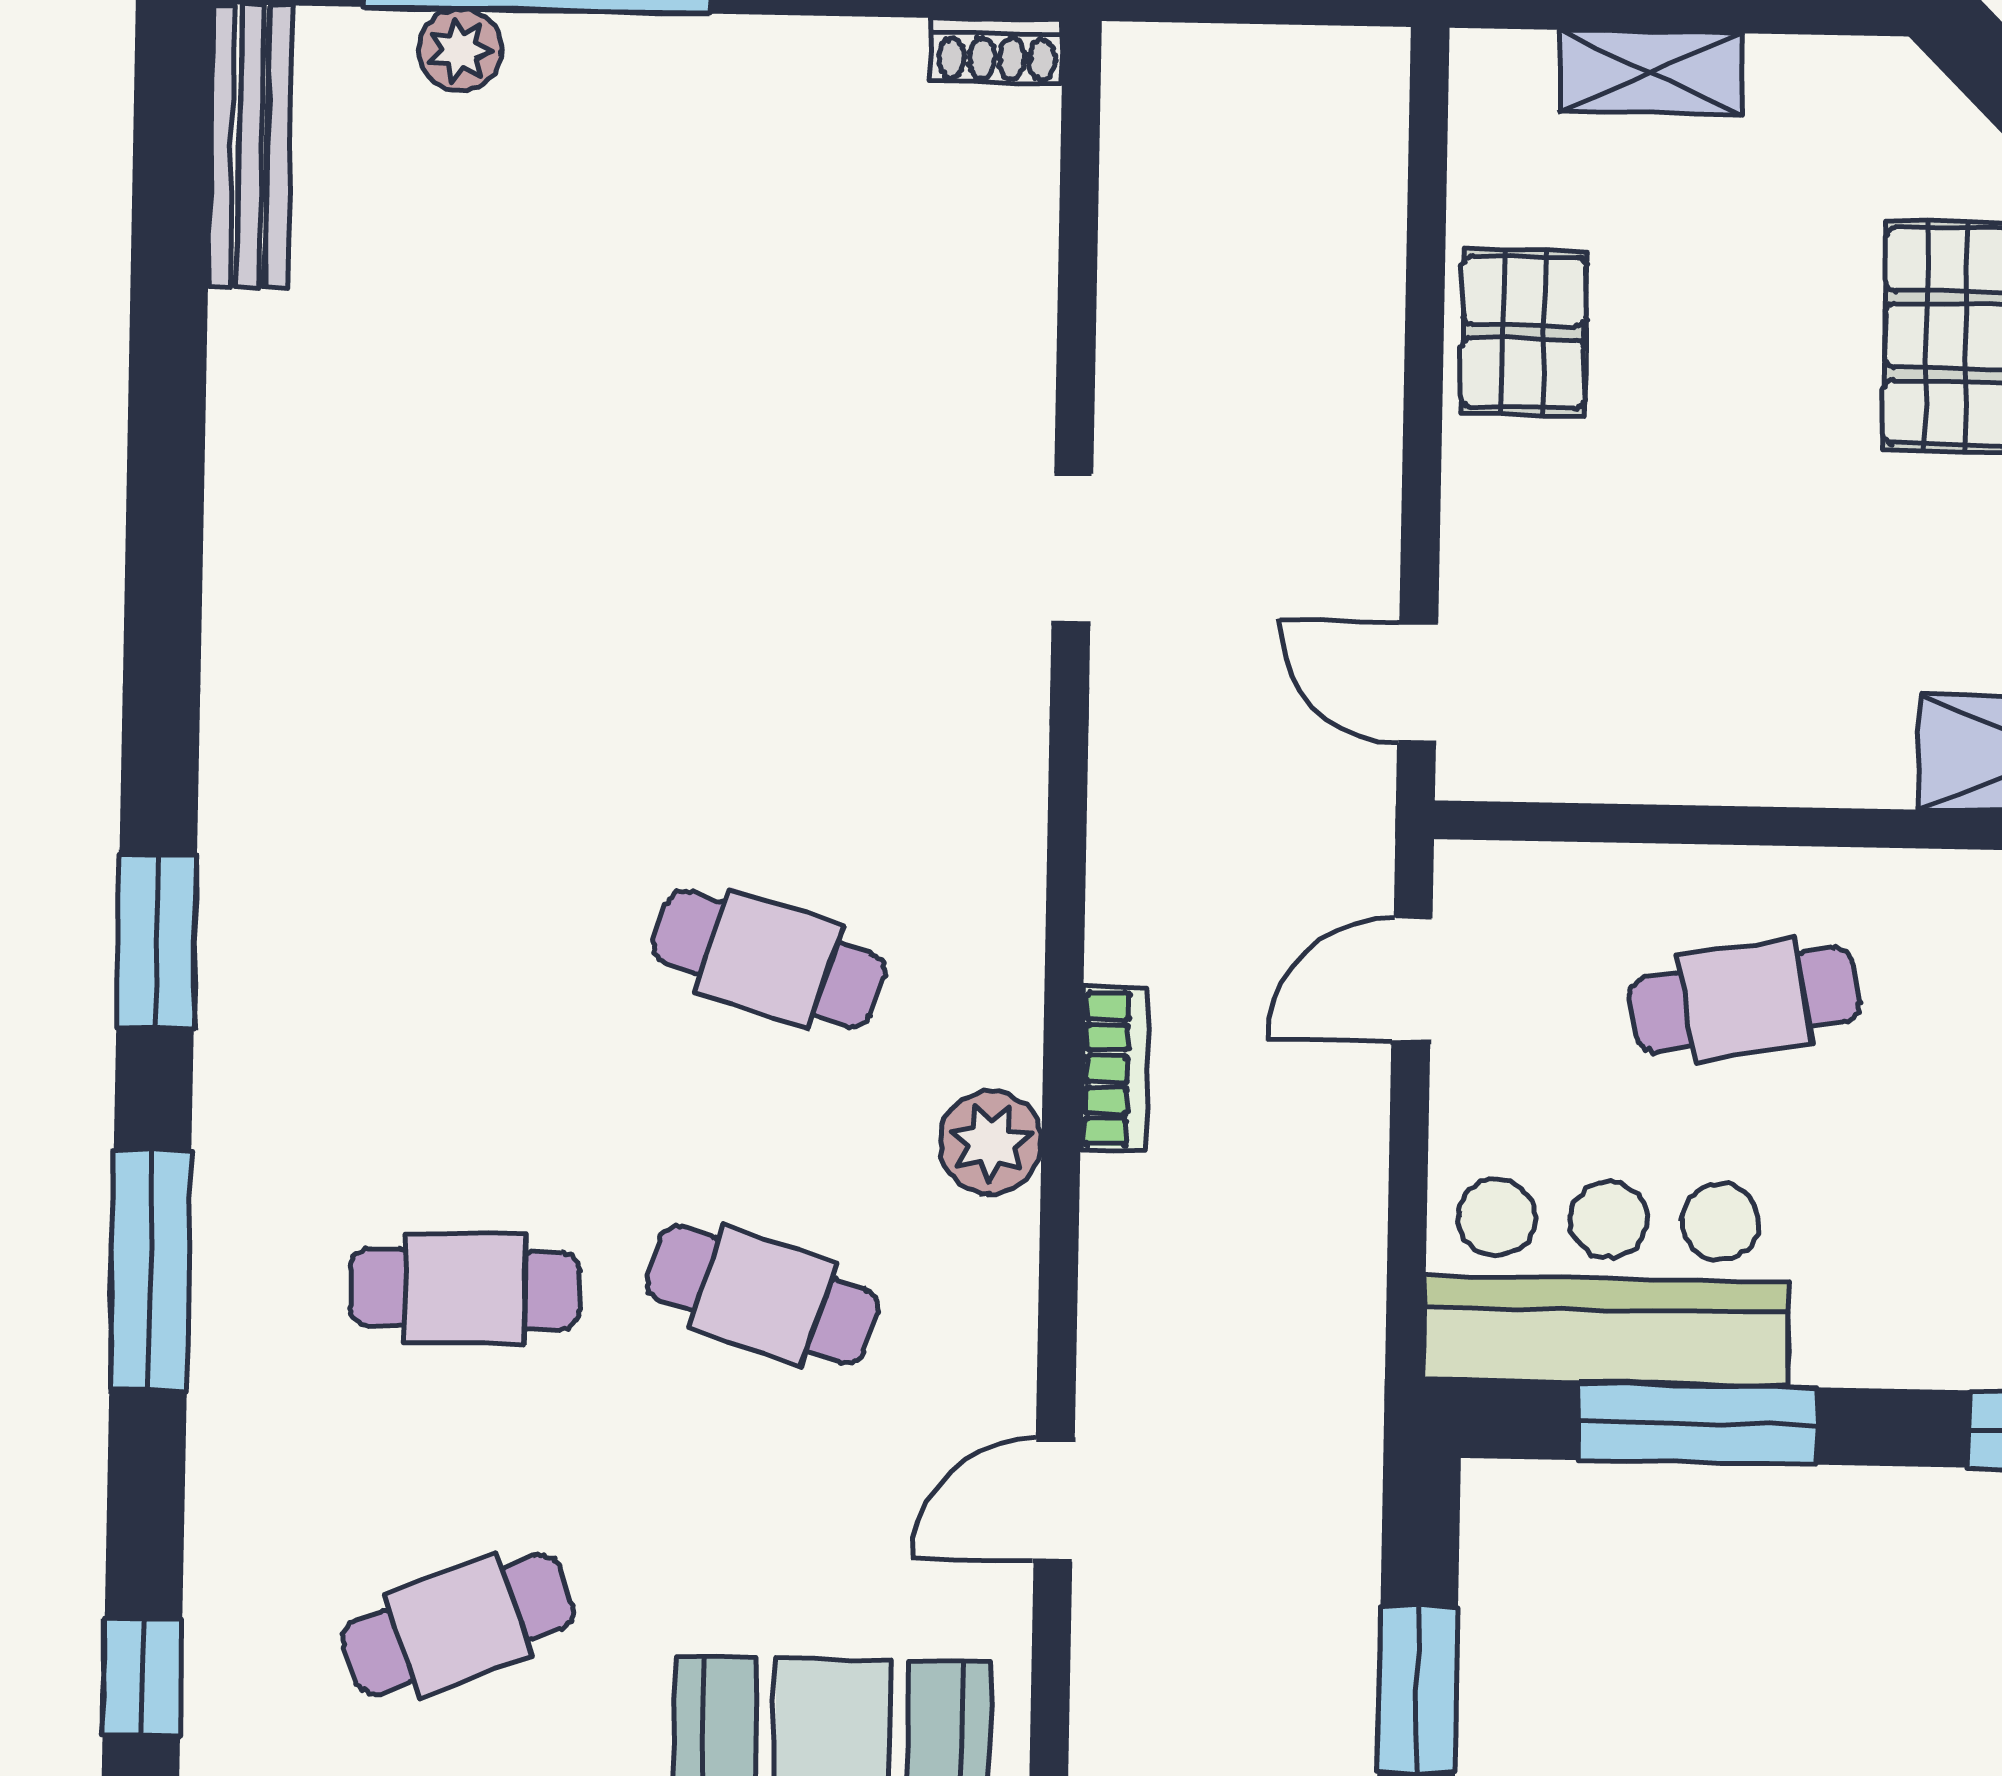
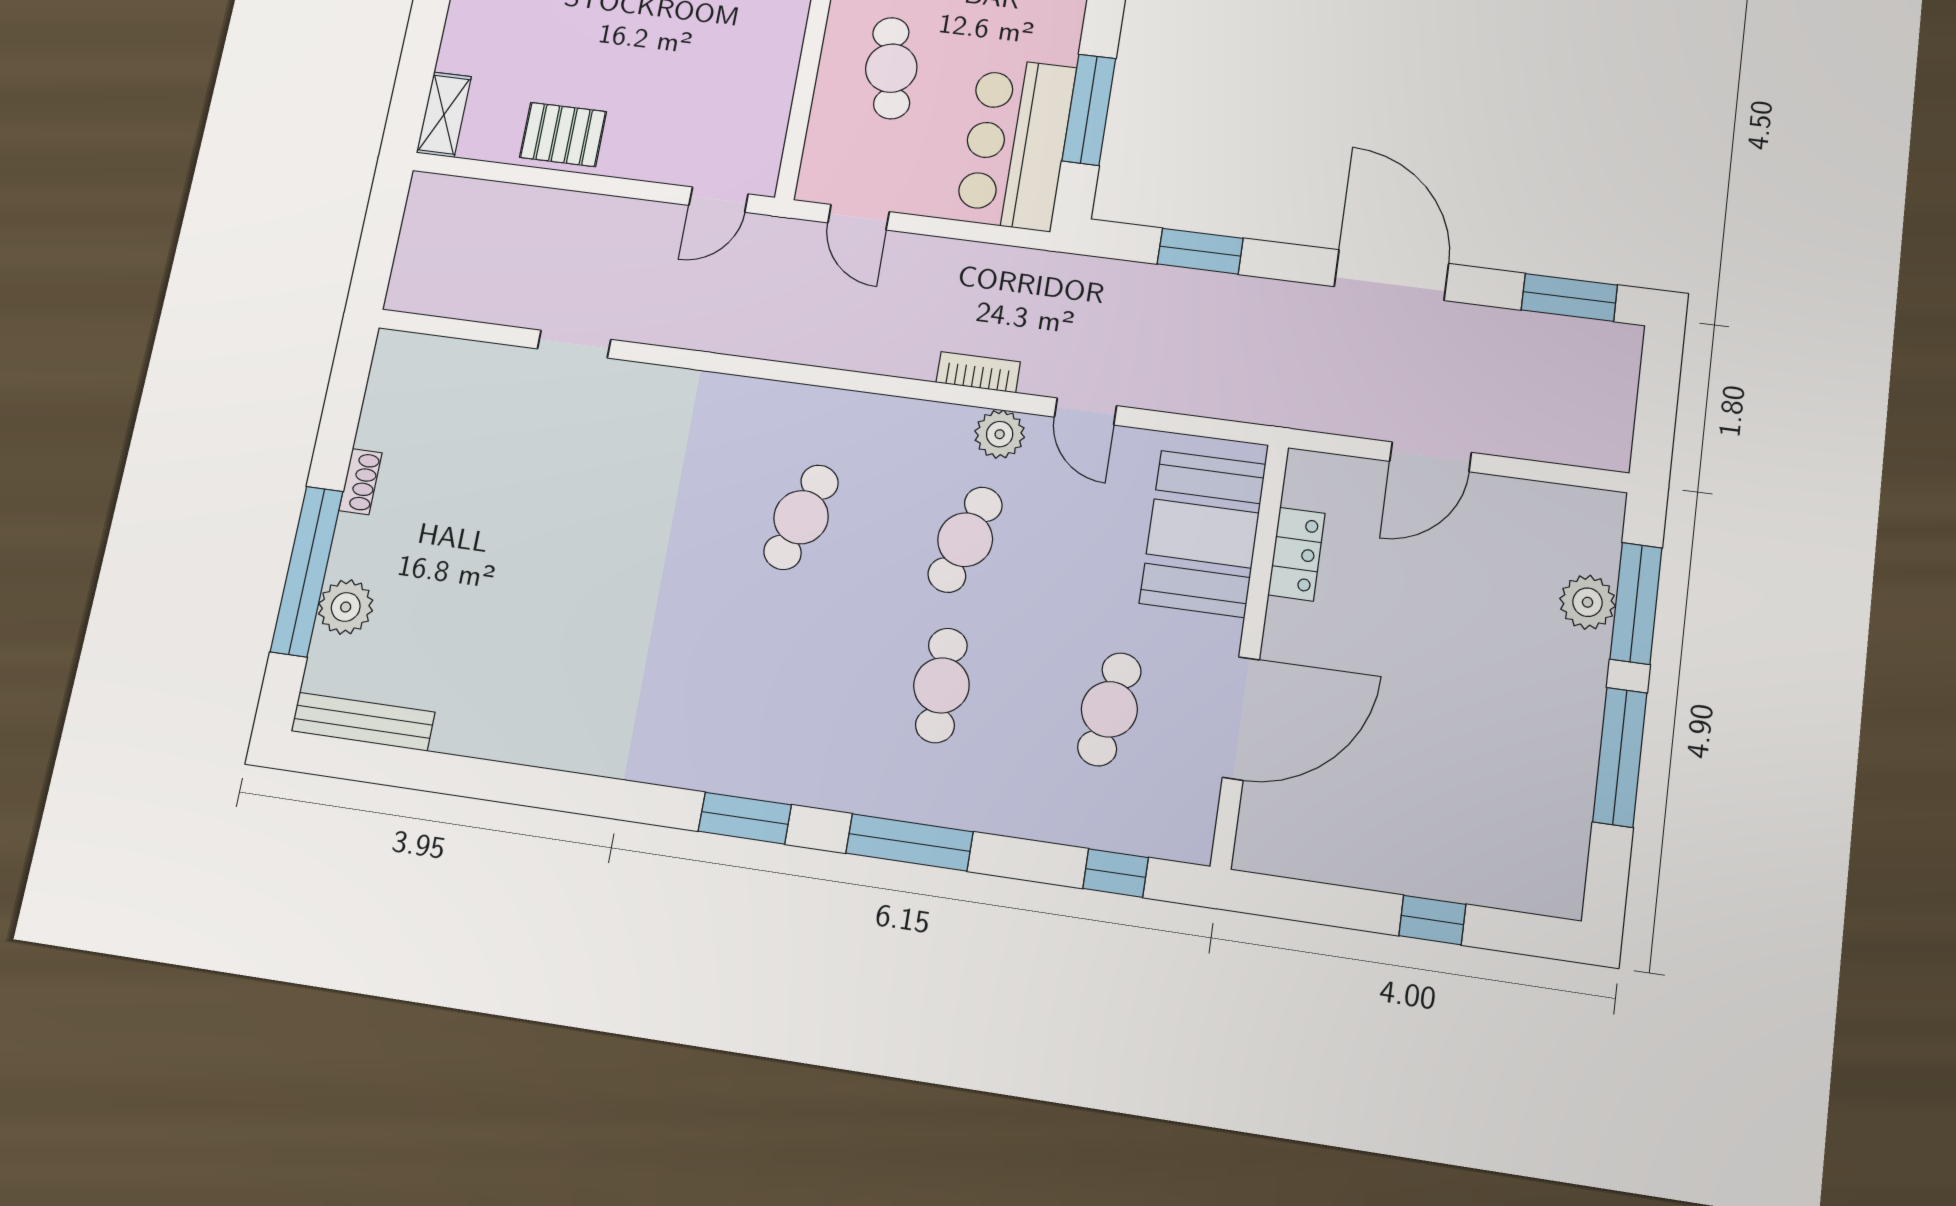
plant: (460, 50) -> (346, 607), width x1.38, depth x1.38
shoe rack: (997, 51) -> (360, 482), moved
shelving: (1651, 73) -> (444, 115), moved
doorway: (1072, 548) -> (574, 344), moved
bookcase: (1115, 1069) -> (978, 372), moved
plant: (991, 1142) -> (1000, 434), moved
cafe table: (458, 1625) -> (1109, 709), turned 30

